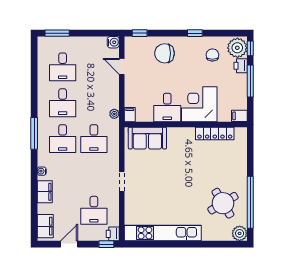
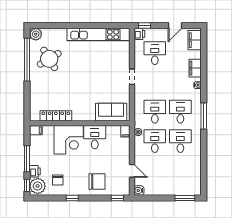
desk: (63, 67) -> (155, 141), moved

